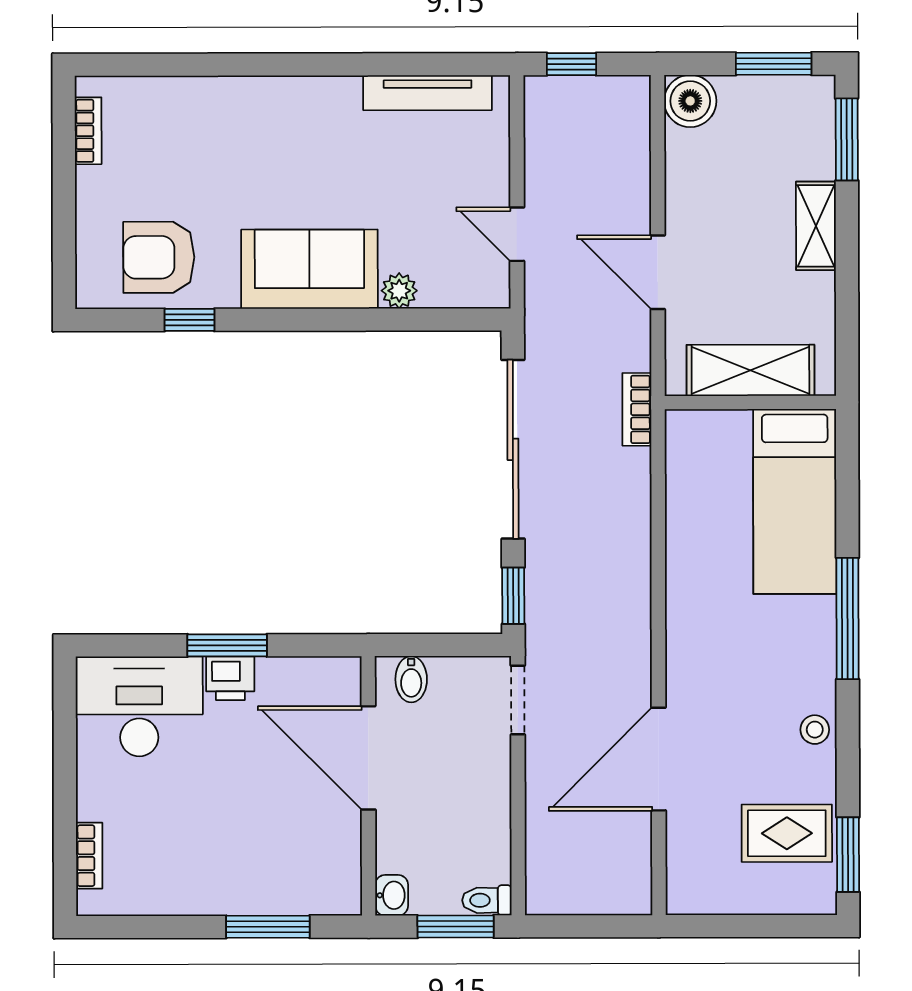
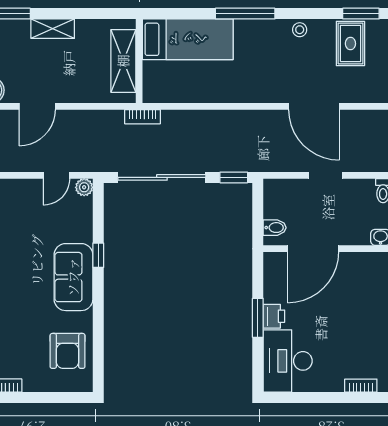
door: (658, 272) -> (37, 106), moved
plant: (399, 291) -> (84, 187), moved
window: (189, 320) -> (98, 255), moved
doorway: (518, 700) -> (326, 175), moved

